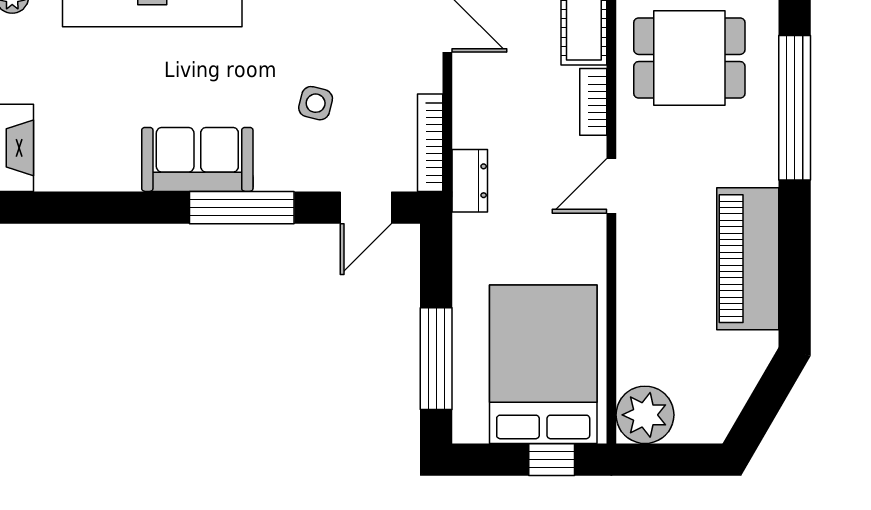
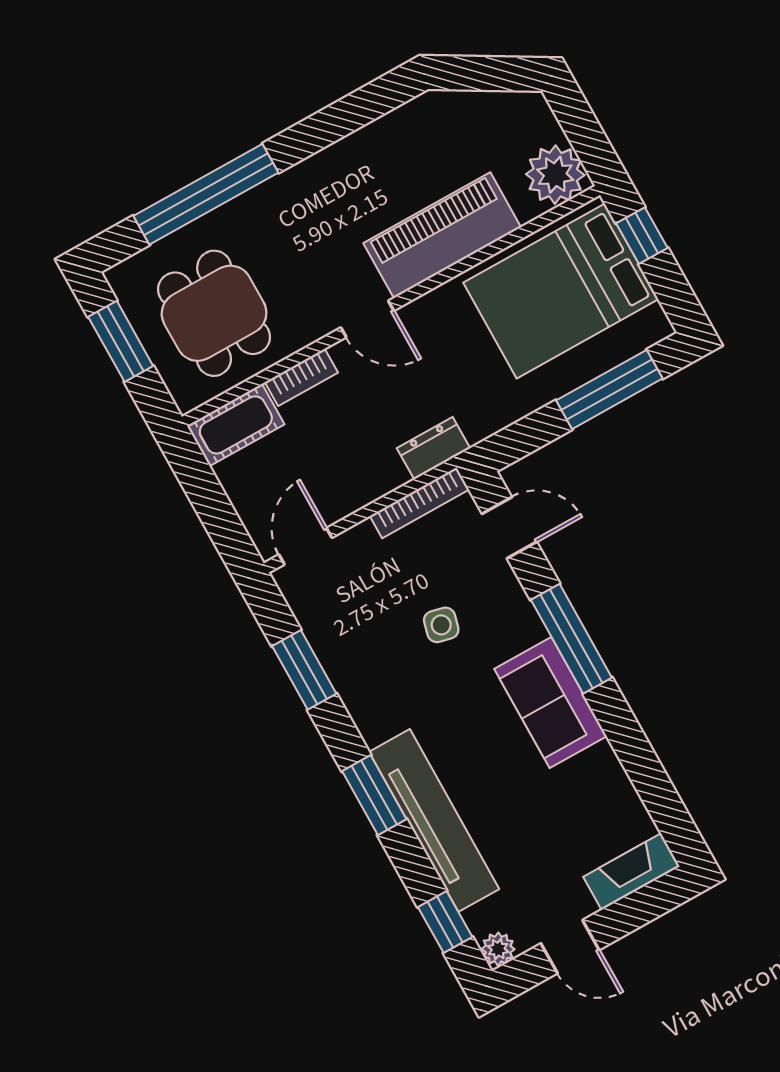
piano: (748, 259) -> (442, 235), moved, turned 180

